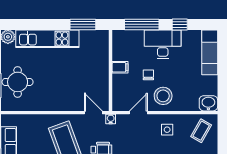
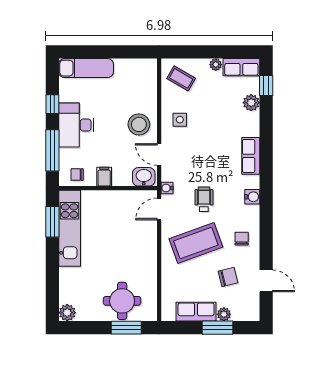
kitchen unit: (47, 39) -> (70, 228), moved
chair: (148, 75) -> (77, 175), moved
washbasin: (208, 103) -> (144, 177), moved, turned 90

